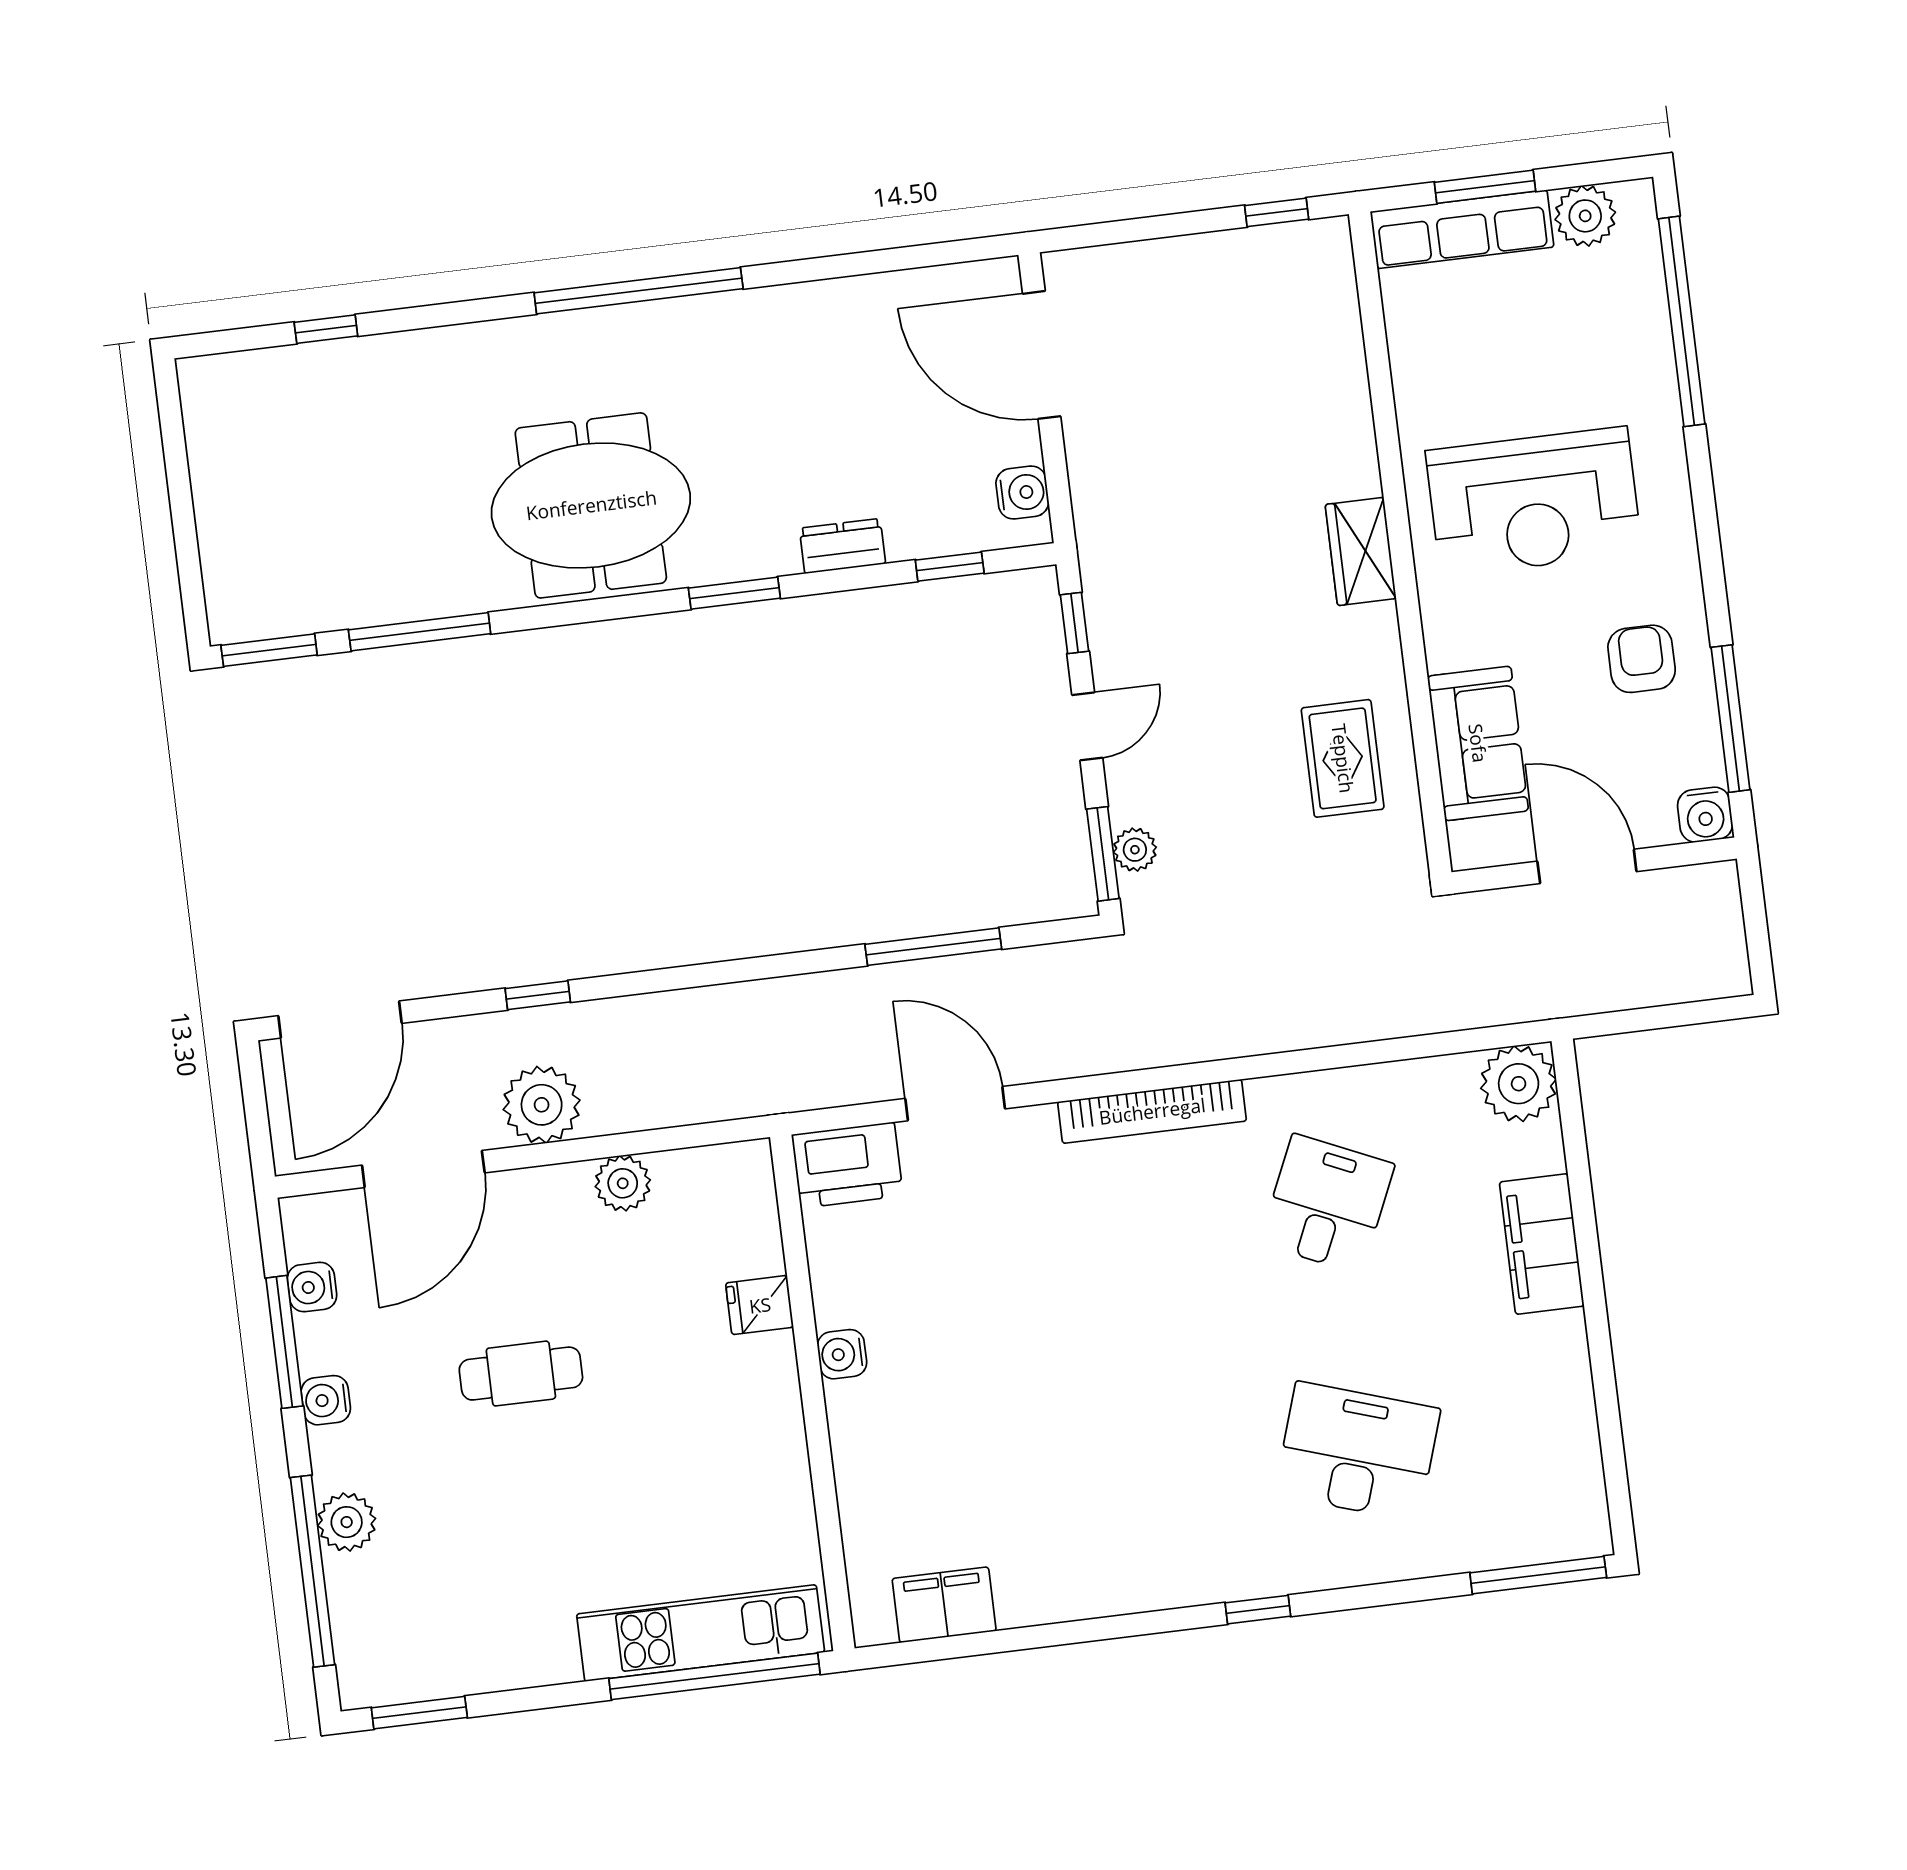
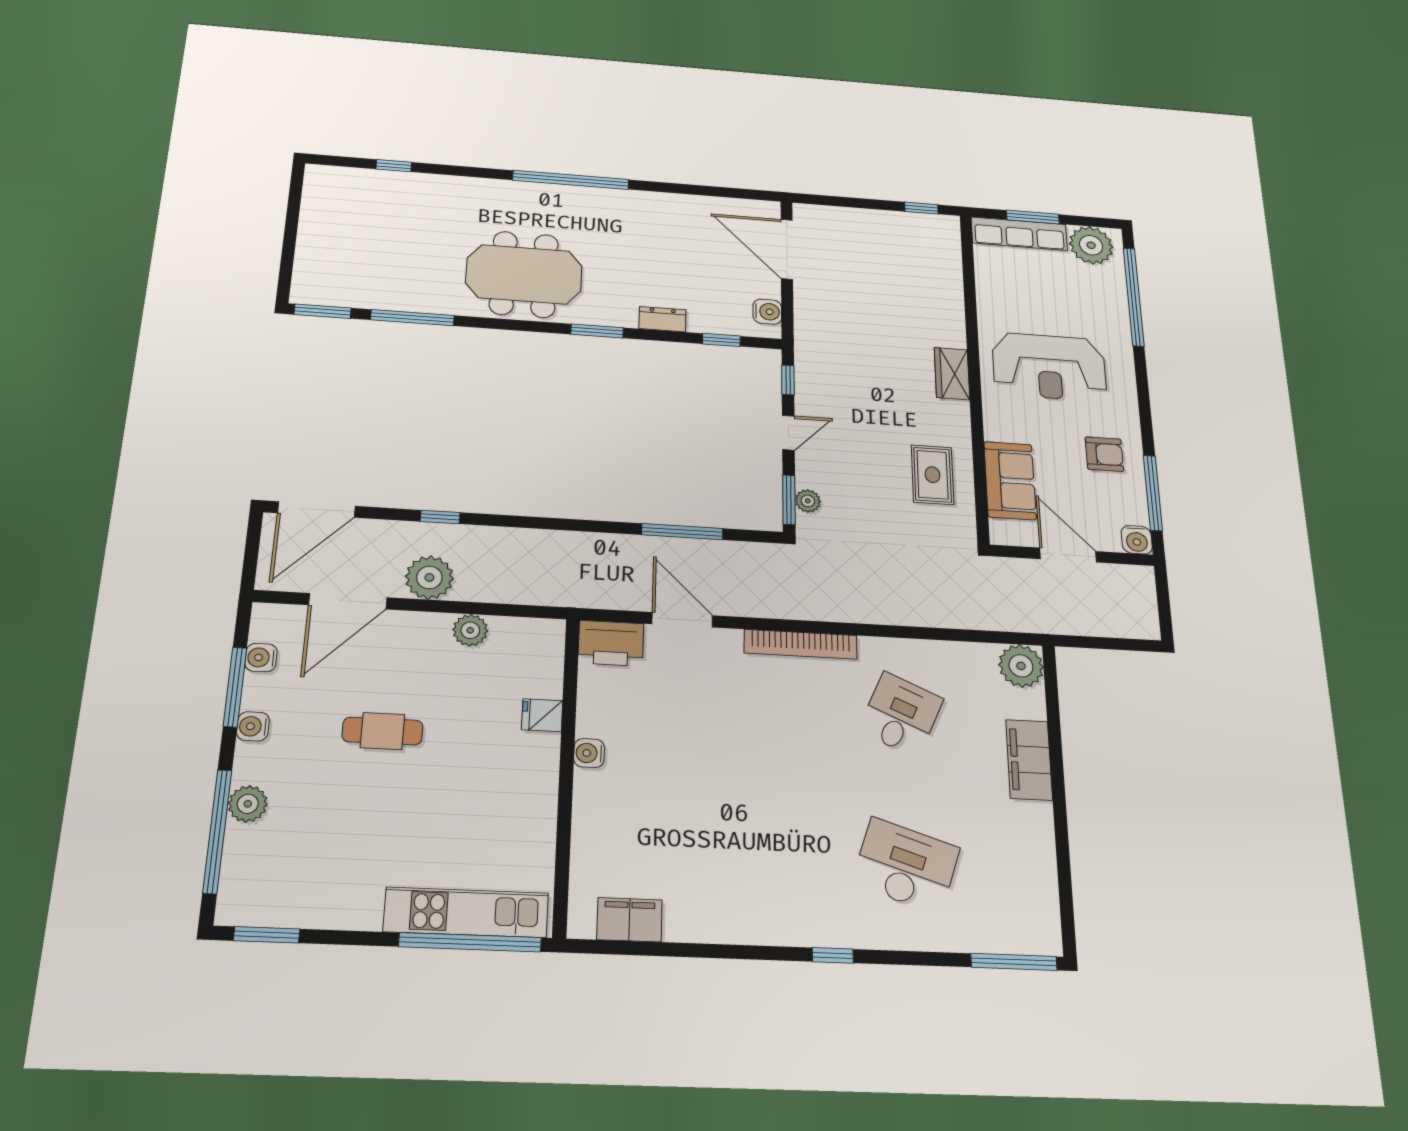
plant: (1585, 216) -> (1091, 245), width x1.36, depth x1.36
armchair: (1642, 659) -> (1104, 454), turned 90

